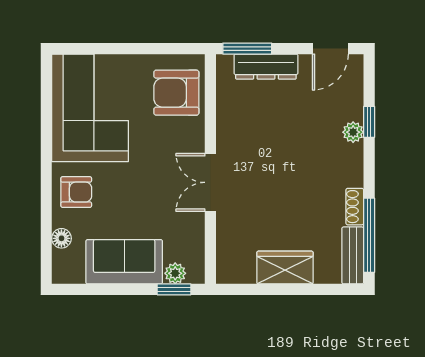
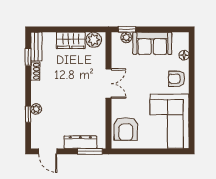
door: (330, 49) -> (48, 151), swing flipped
armchair: (176, 93) -> (126, 129), turned 90
window: (369, 235) -> (28, 57), width x0.46
plant: (240, 269) -> (94, 40), added

